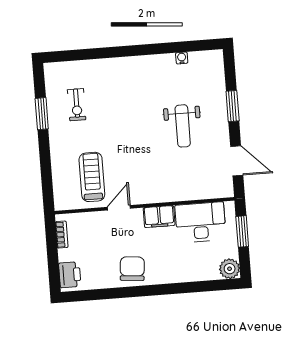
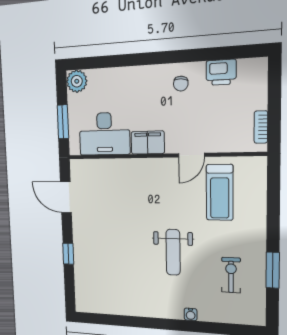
water cooler: (182, 58) -> (191, 314), moved
window: (233, 106) -> (68, 254), width x0.67
weight bench: (183, 126) -> (173, 252), moved, turned 180
chair: (132, 269) -> (181, 84), width x0.54, depth x0.54
printer: (70, 275) -> (221, 72), moved, turned -90

